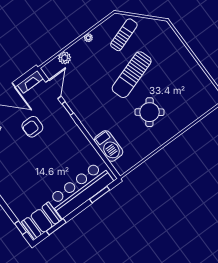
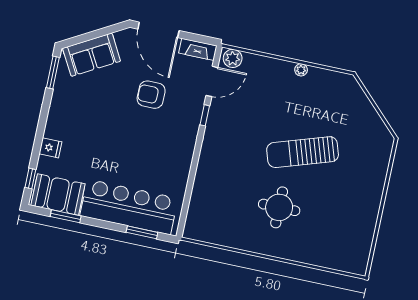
sun lounger: (124, 35) -> (338, 106), removed
plant: (65, 58) -> (233, 58), moved
round table: (149, 112) -> (279, 207), turned -37
barbecue: (109, 146) -> (203, 196), removed
fridge: (14, 203) -> (50, 148), added

